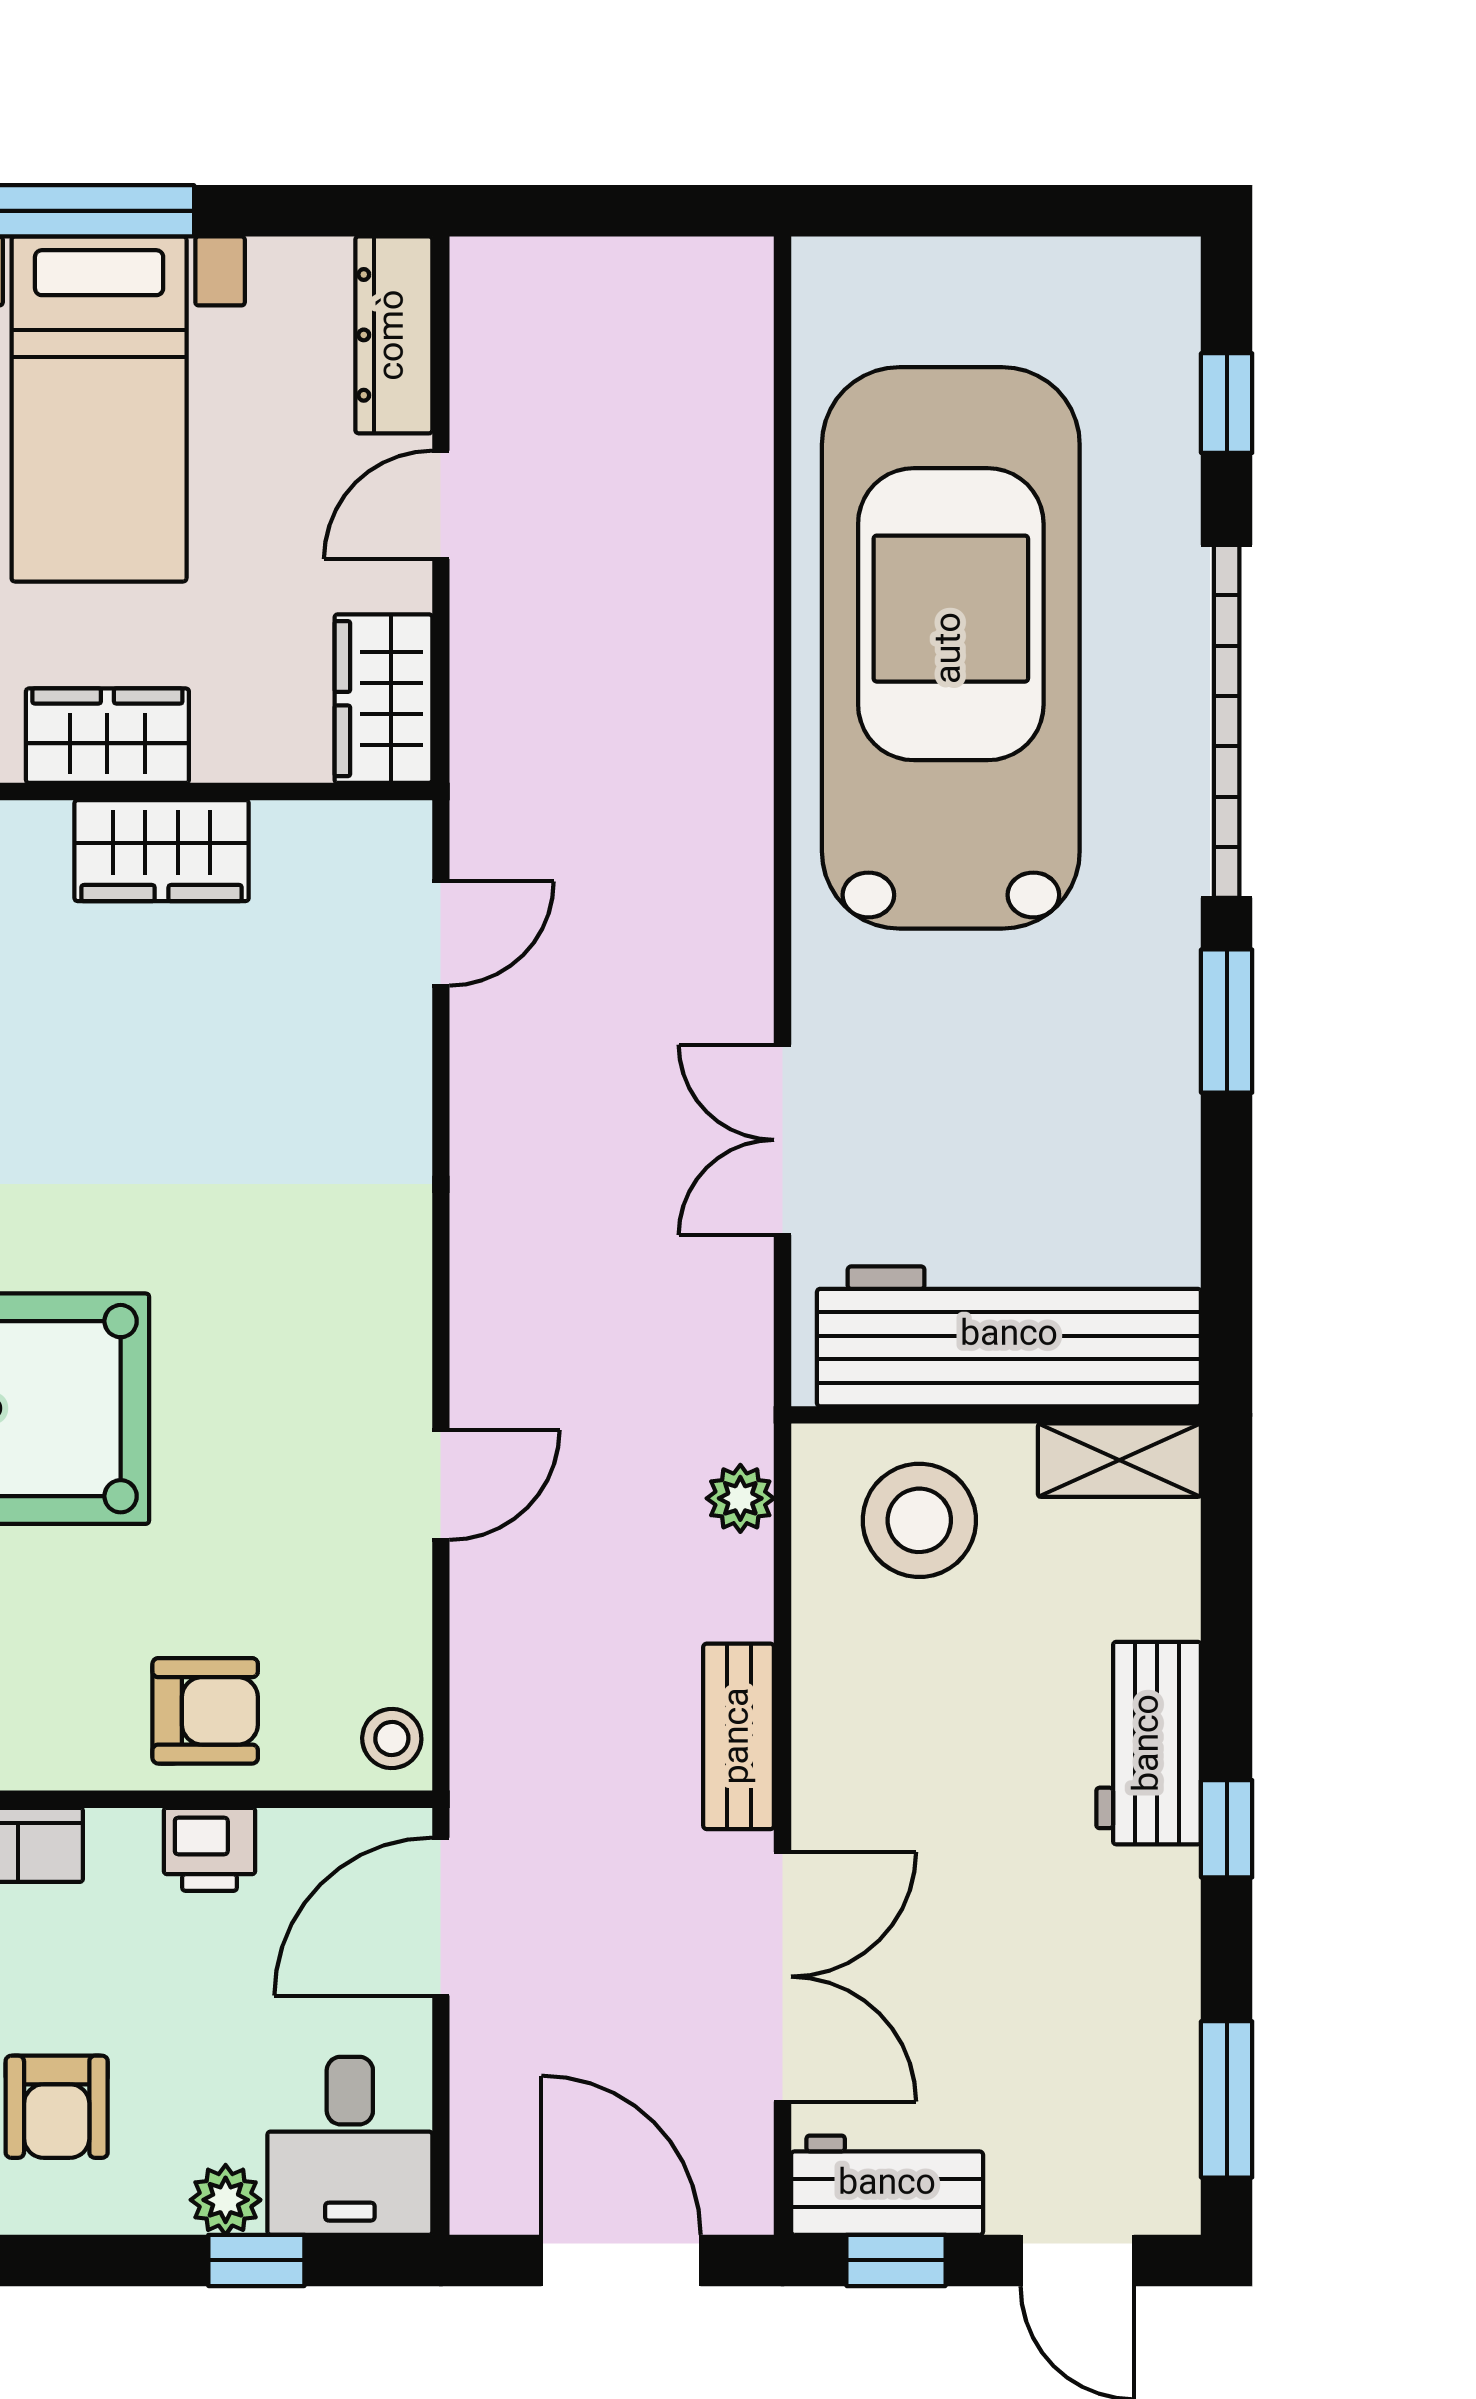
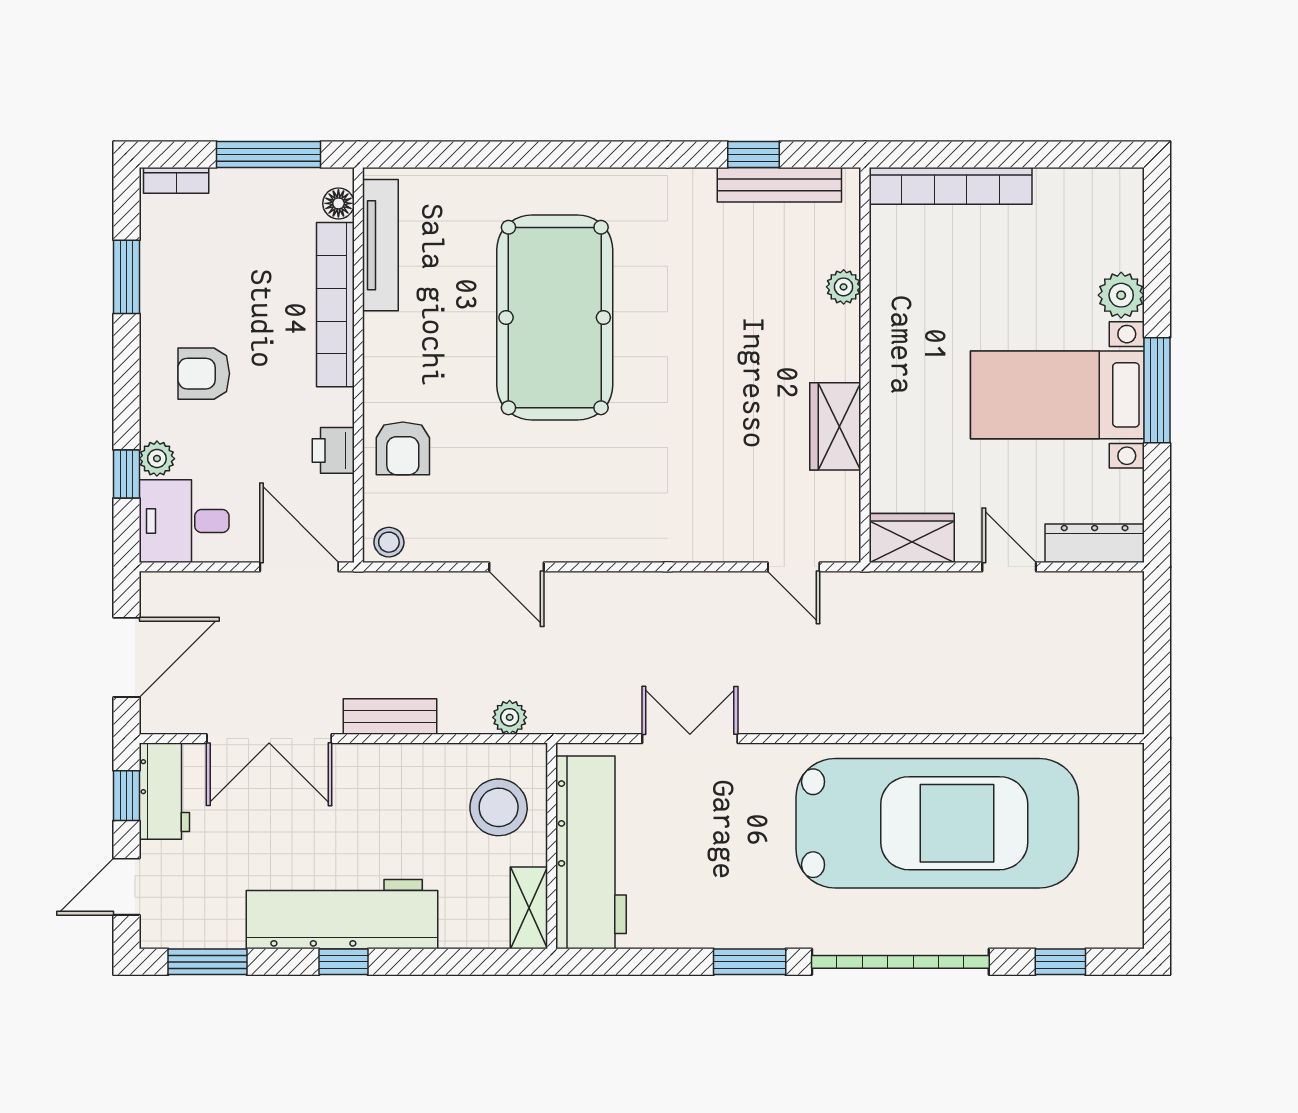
wardrobe: (107, 736) -> (893, 399), removed
workbench: (1149, 1743) -> (342, 914), width x1.88, depth x1.32

